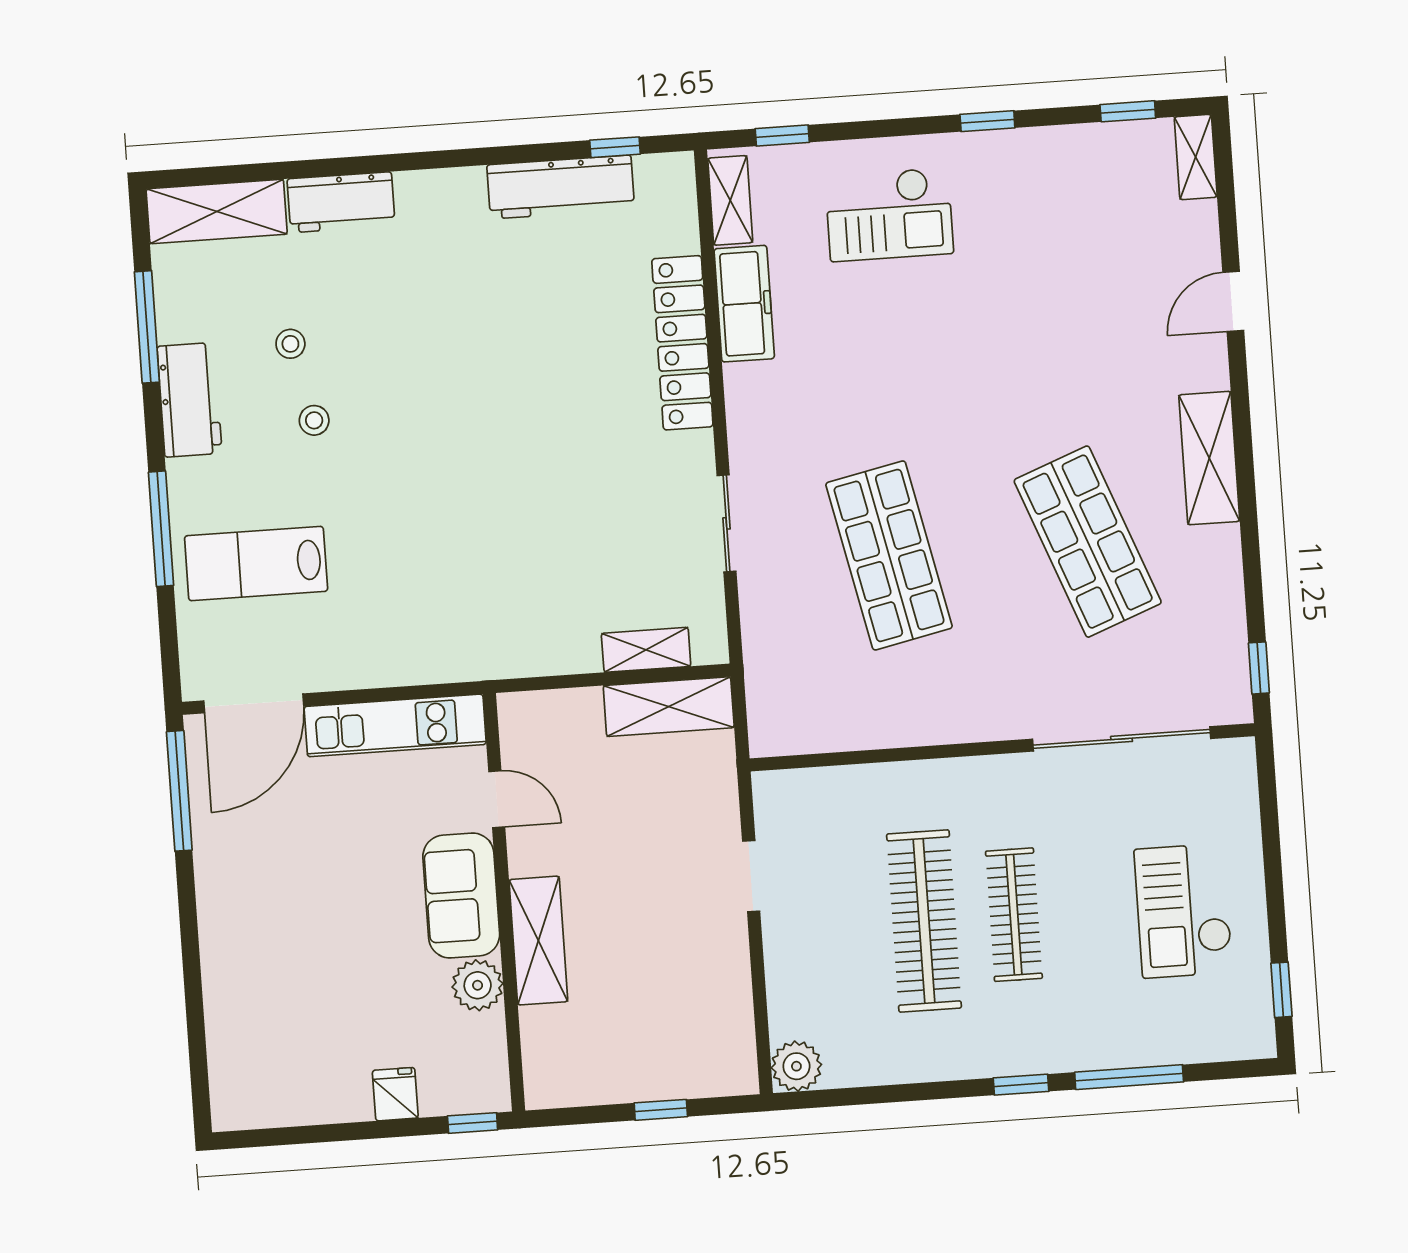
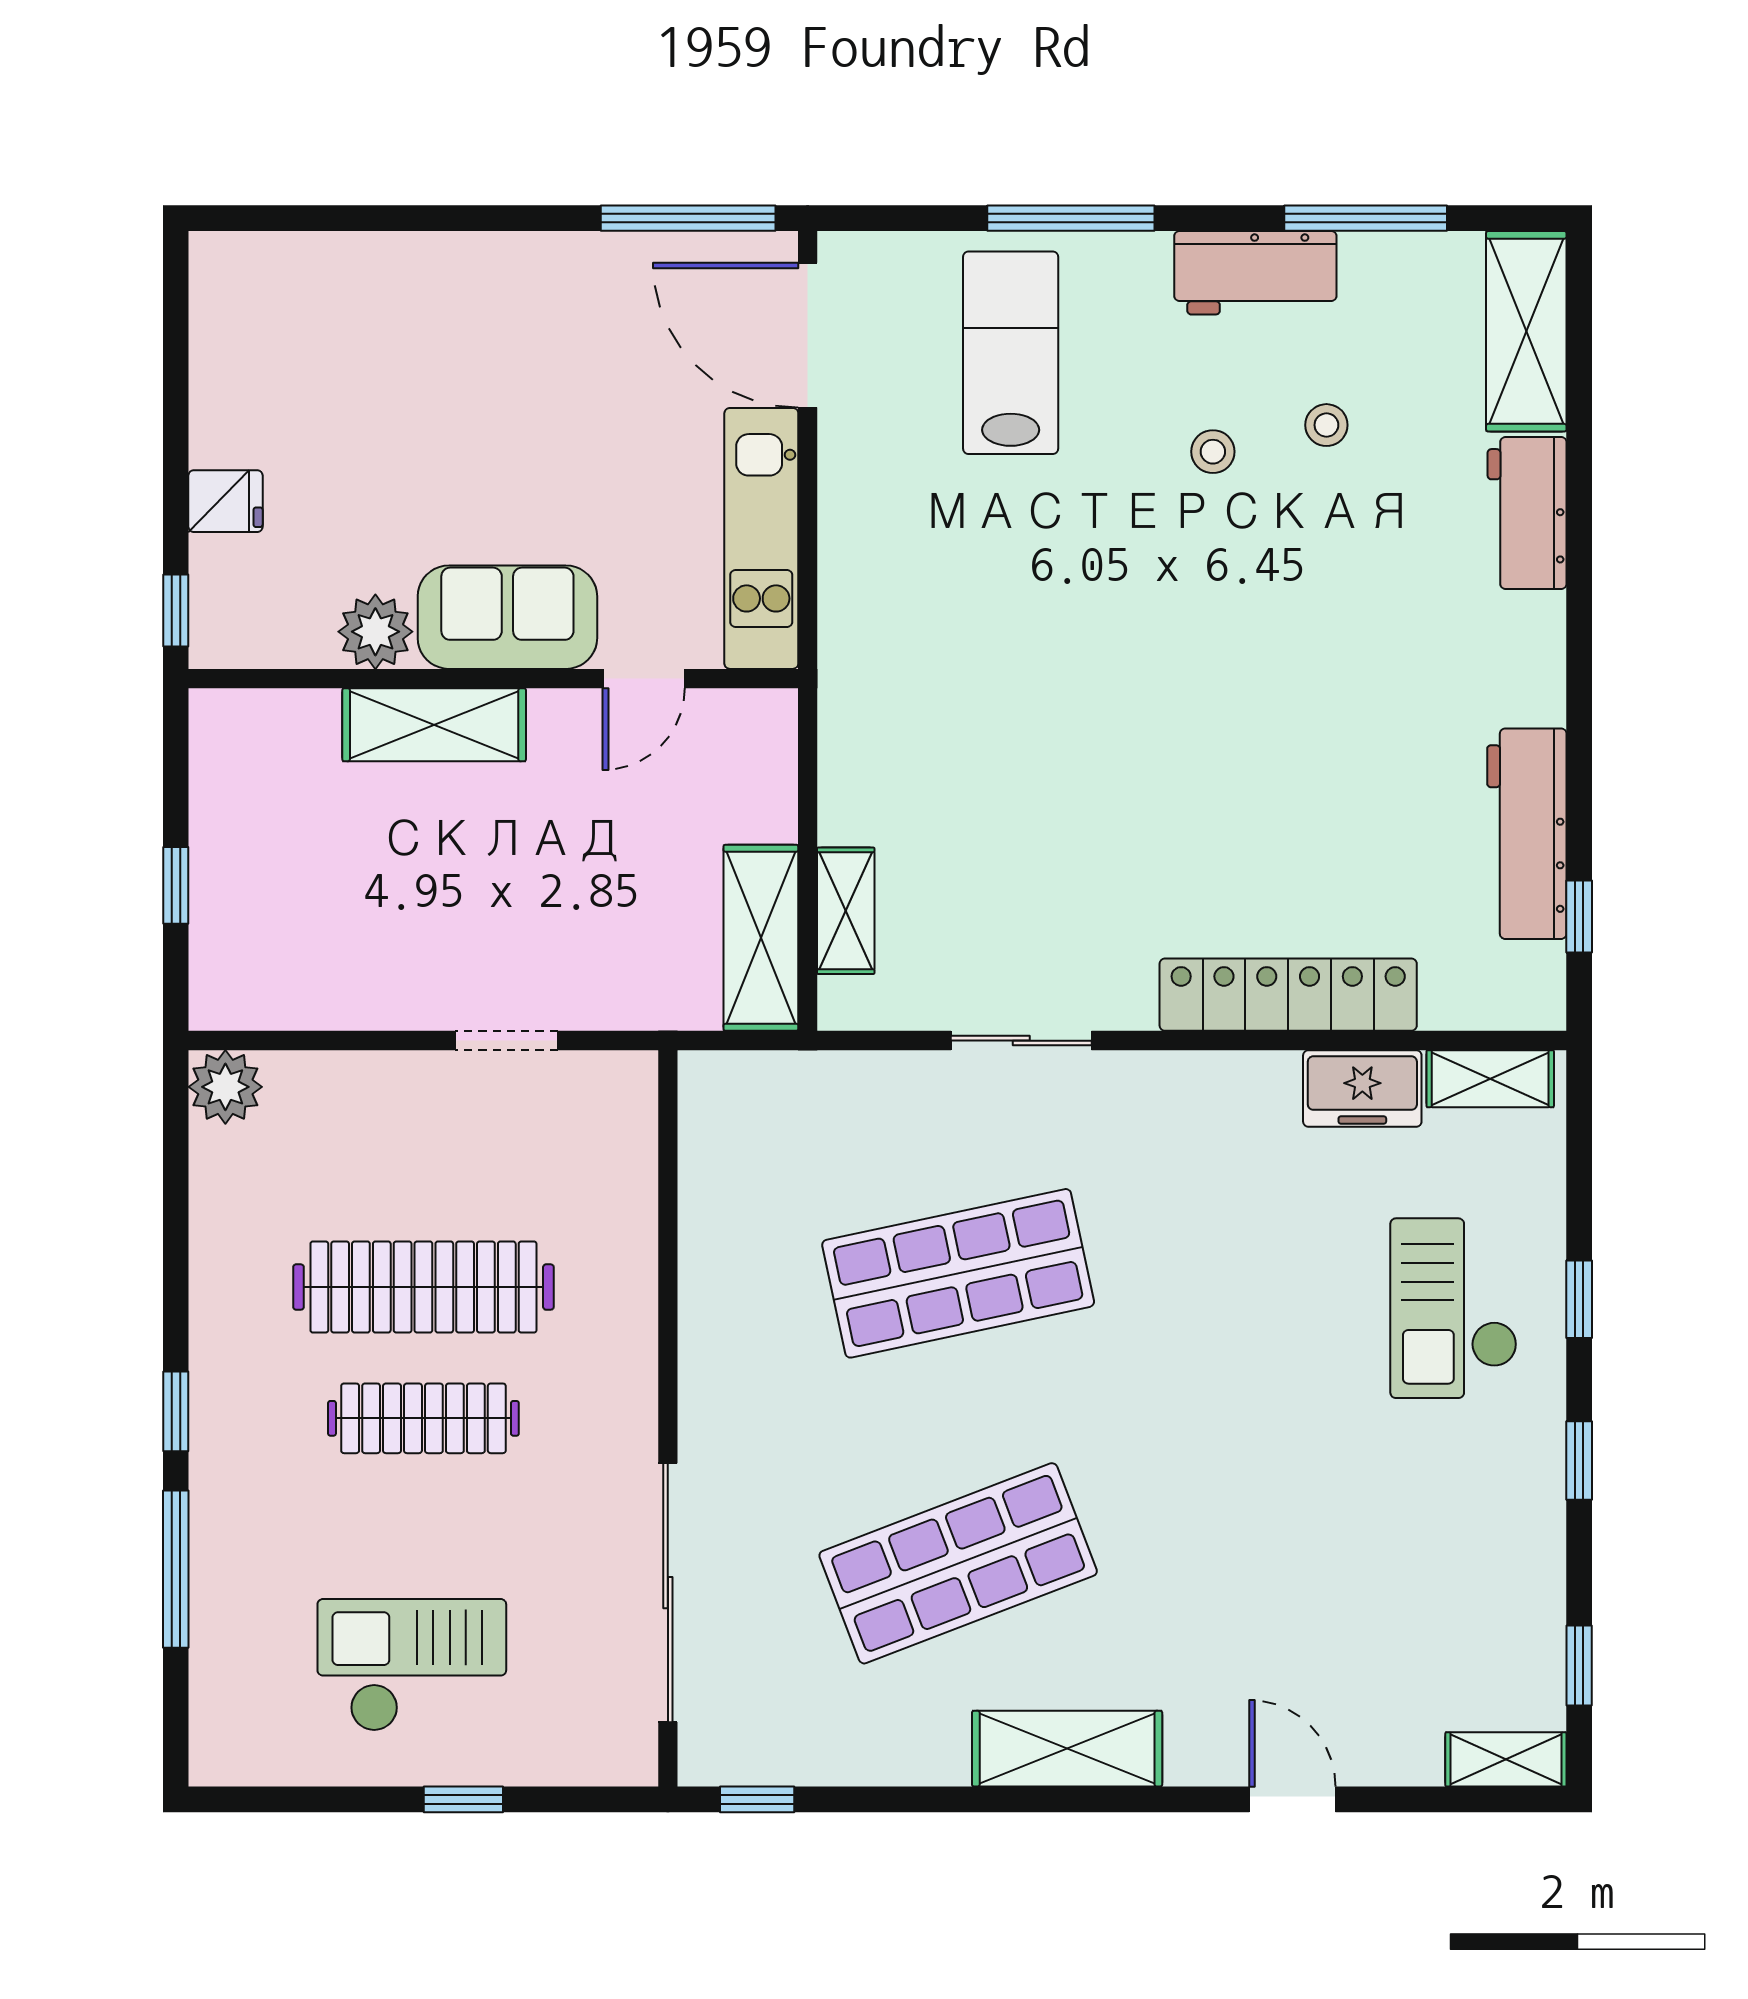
window: (782, 136) -> (1579, 1299), moved
freezer: (744, 304) -> (1362, 1088), width x0.71
window: (1281, 990) -> (463, 1799), moved

